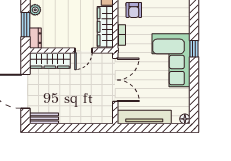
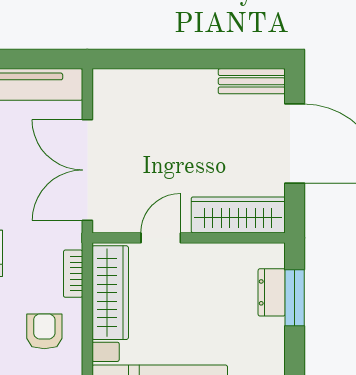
plant: (35, 10) -> (272, 332), removed
dresser: (35, 38) -> (272, 292), moved

